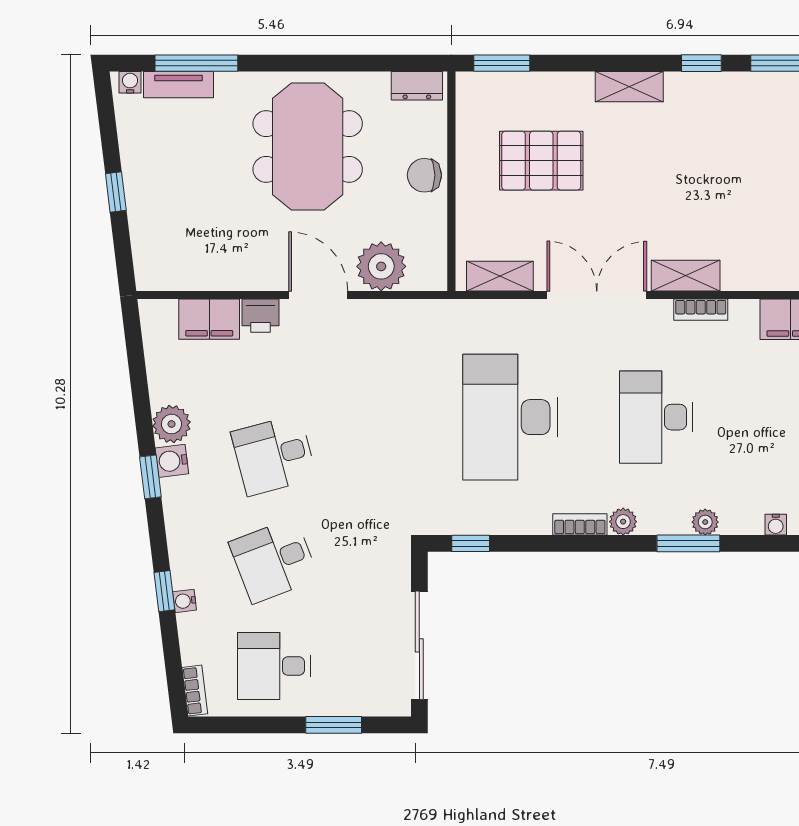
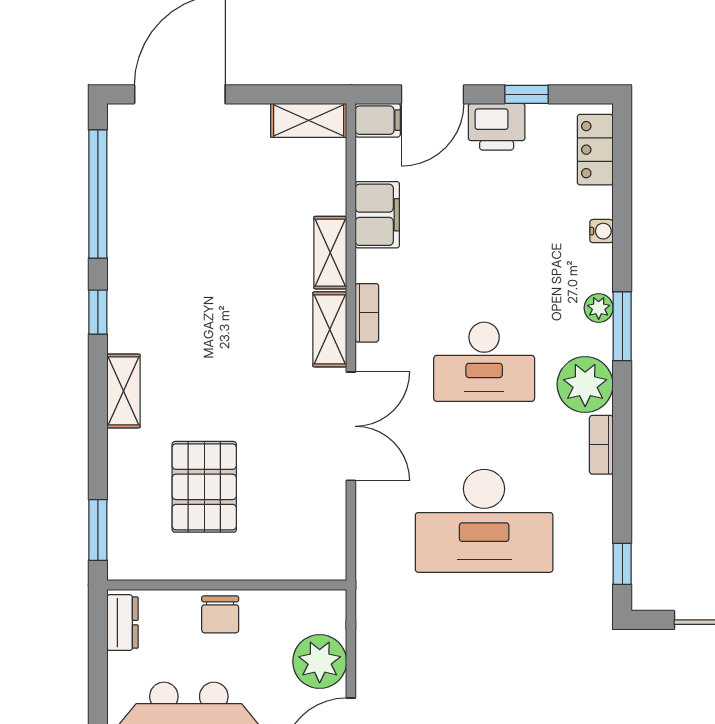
shelving: (500, 276) -> (330, 253), moved
double door: (597, 295) -> (351, 426), swing flipped
plant: (623, 522) -> (585, 385), width x1.87, depth x1.87

